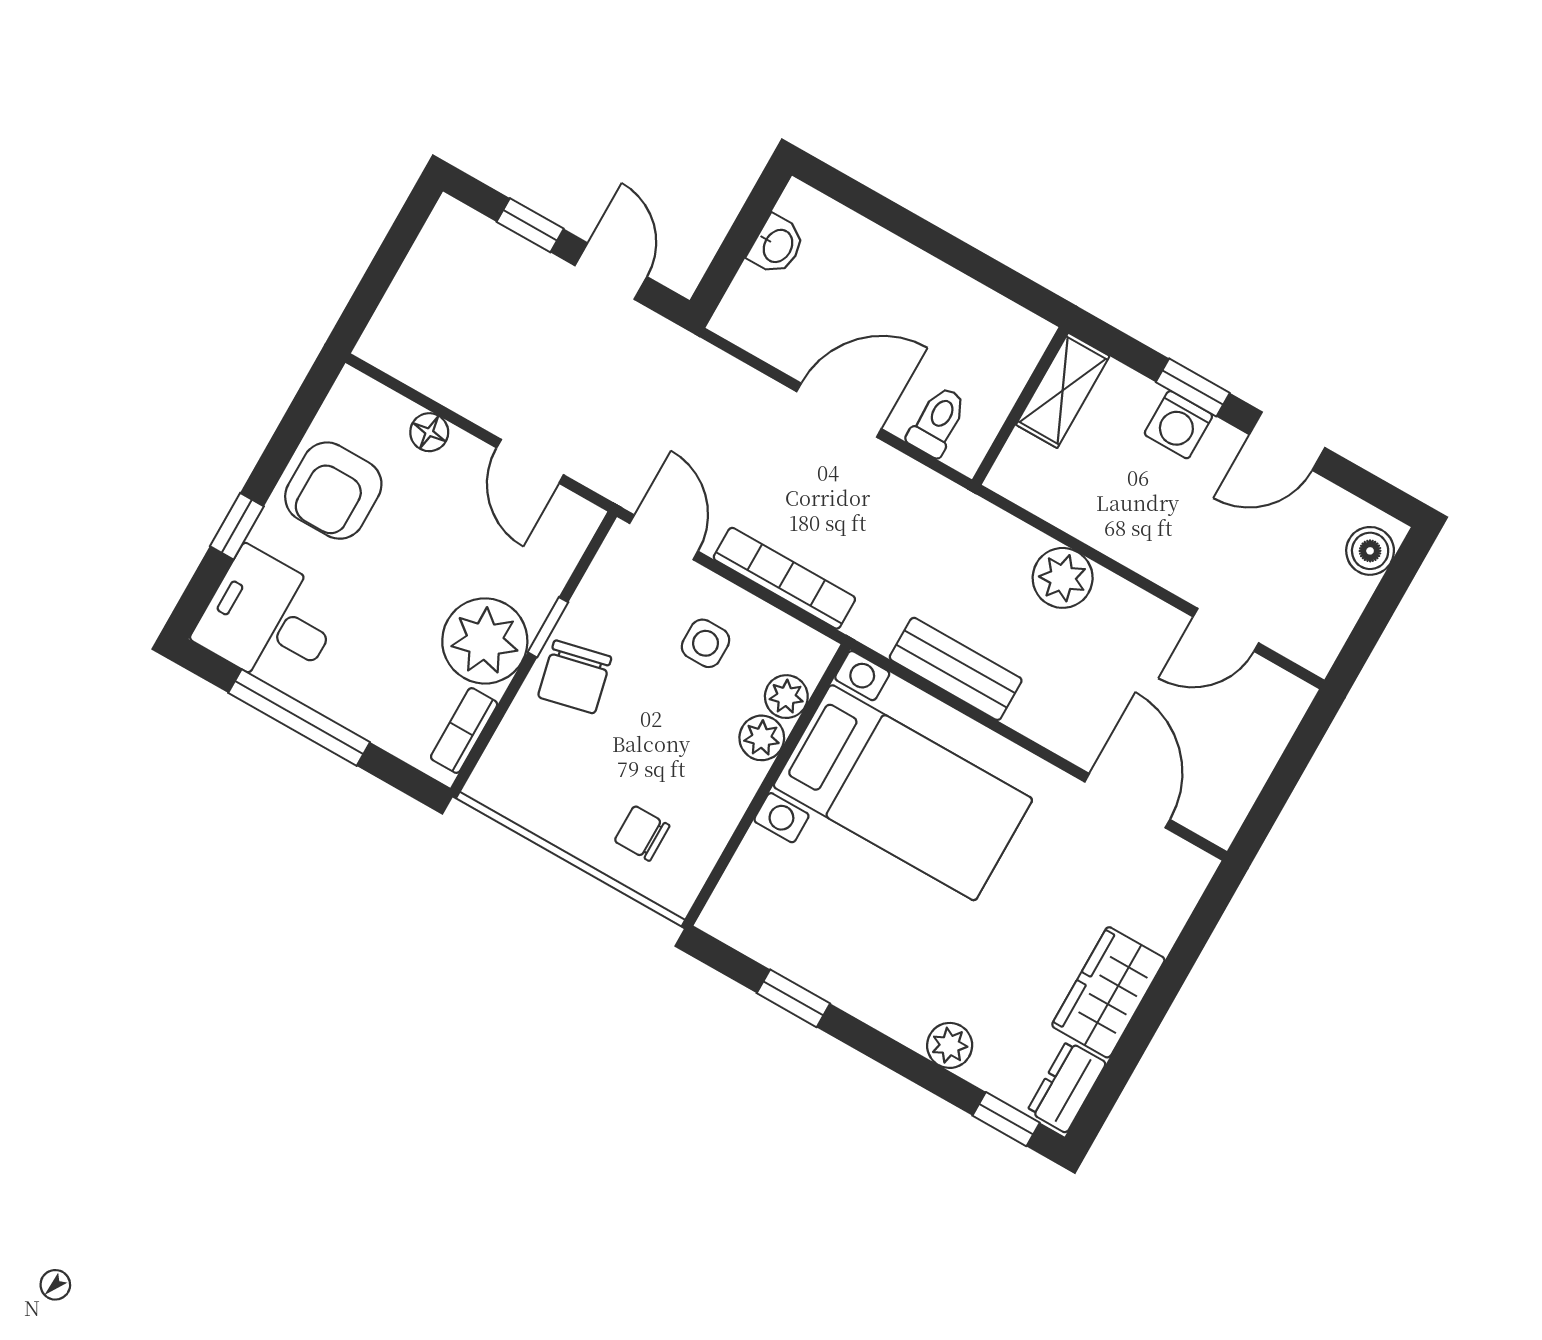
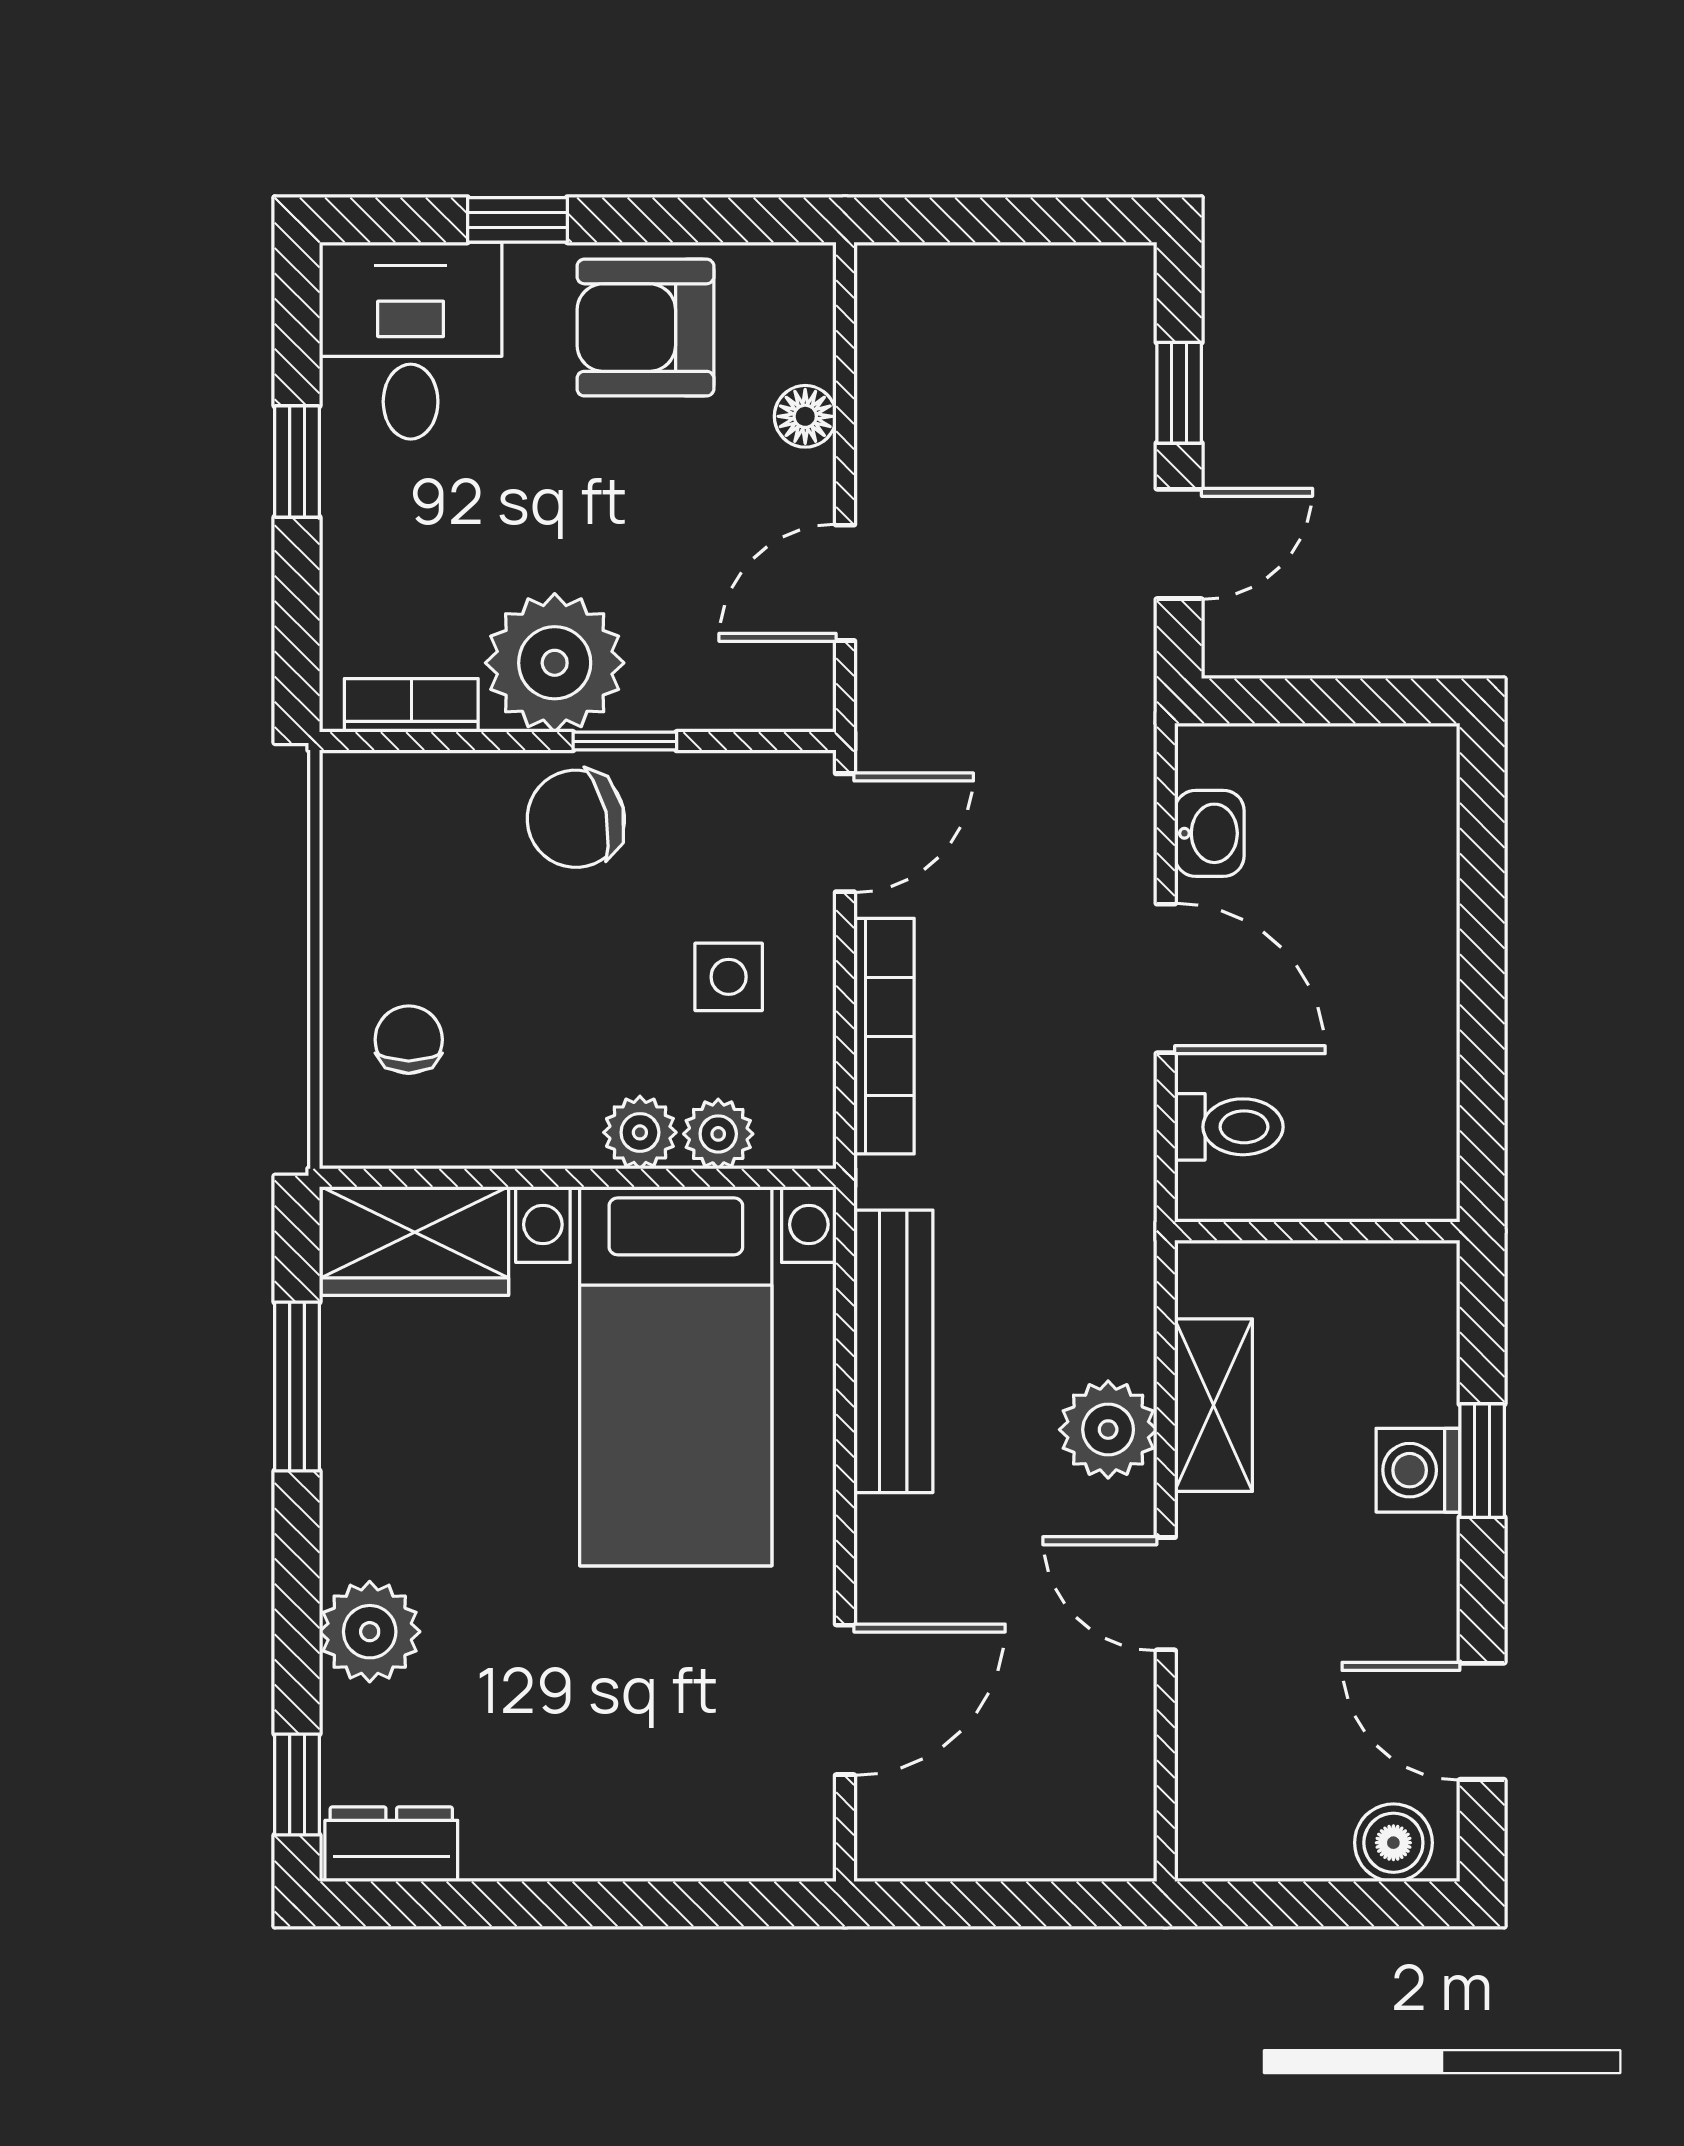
washbasin: (777, 245) -> (1209, 833), moved, turned -90
shelving: (1063, 390) -> (1214, 1405), moved, turned 90
door: (1287, 441) -> (1482, 1721), moved
door: (1226, 630) -> (1166, 1594), moved
bench: (956, 669) -> (893, 1351), width x1.36
window: (299, 718) -> (297, 461), width x0.46
wardrobe: (1108, 992) -> (415, 1241), moved, turned 180
window: (793, 998) -> (297, 1387), width x1.50
plant: (950, 1045) -> (370, 1632), width x1.38, depth x1.38

